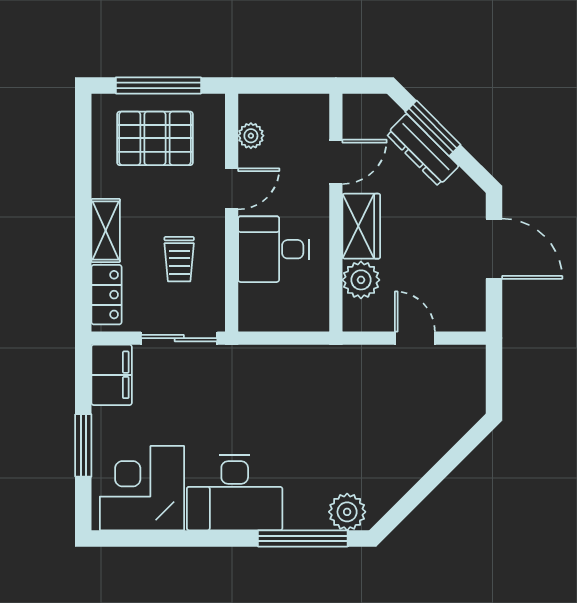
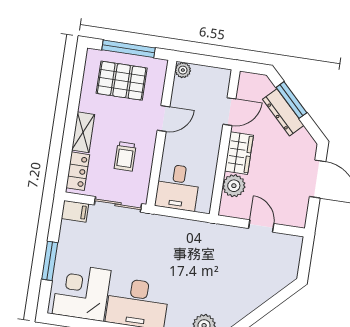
plant: (251, 136) -> (183, 70), moved
desk: (274, 249) -> (178, 187), moved, turned -90
filing cabinet: (112, 375) -> (75, 211), width x0.50

